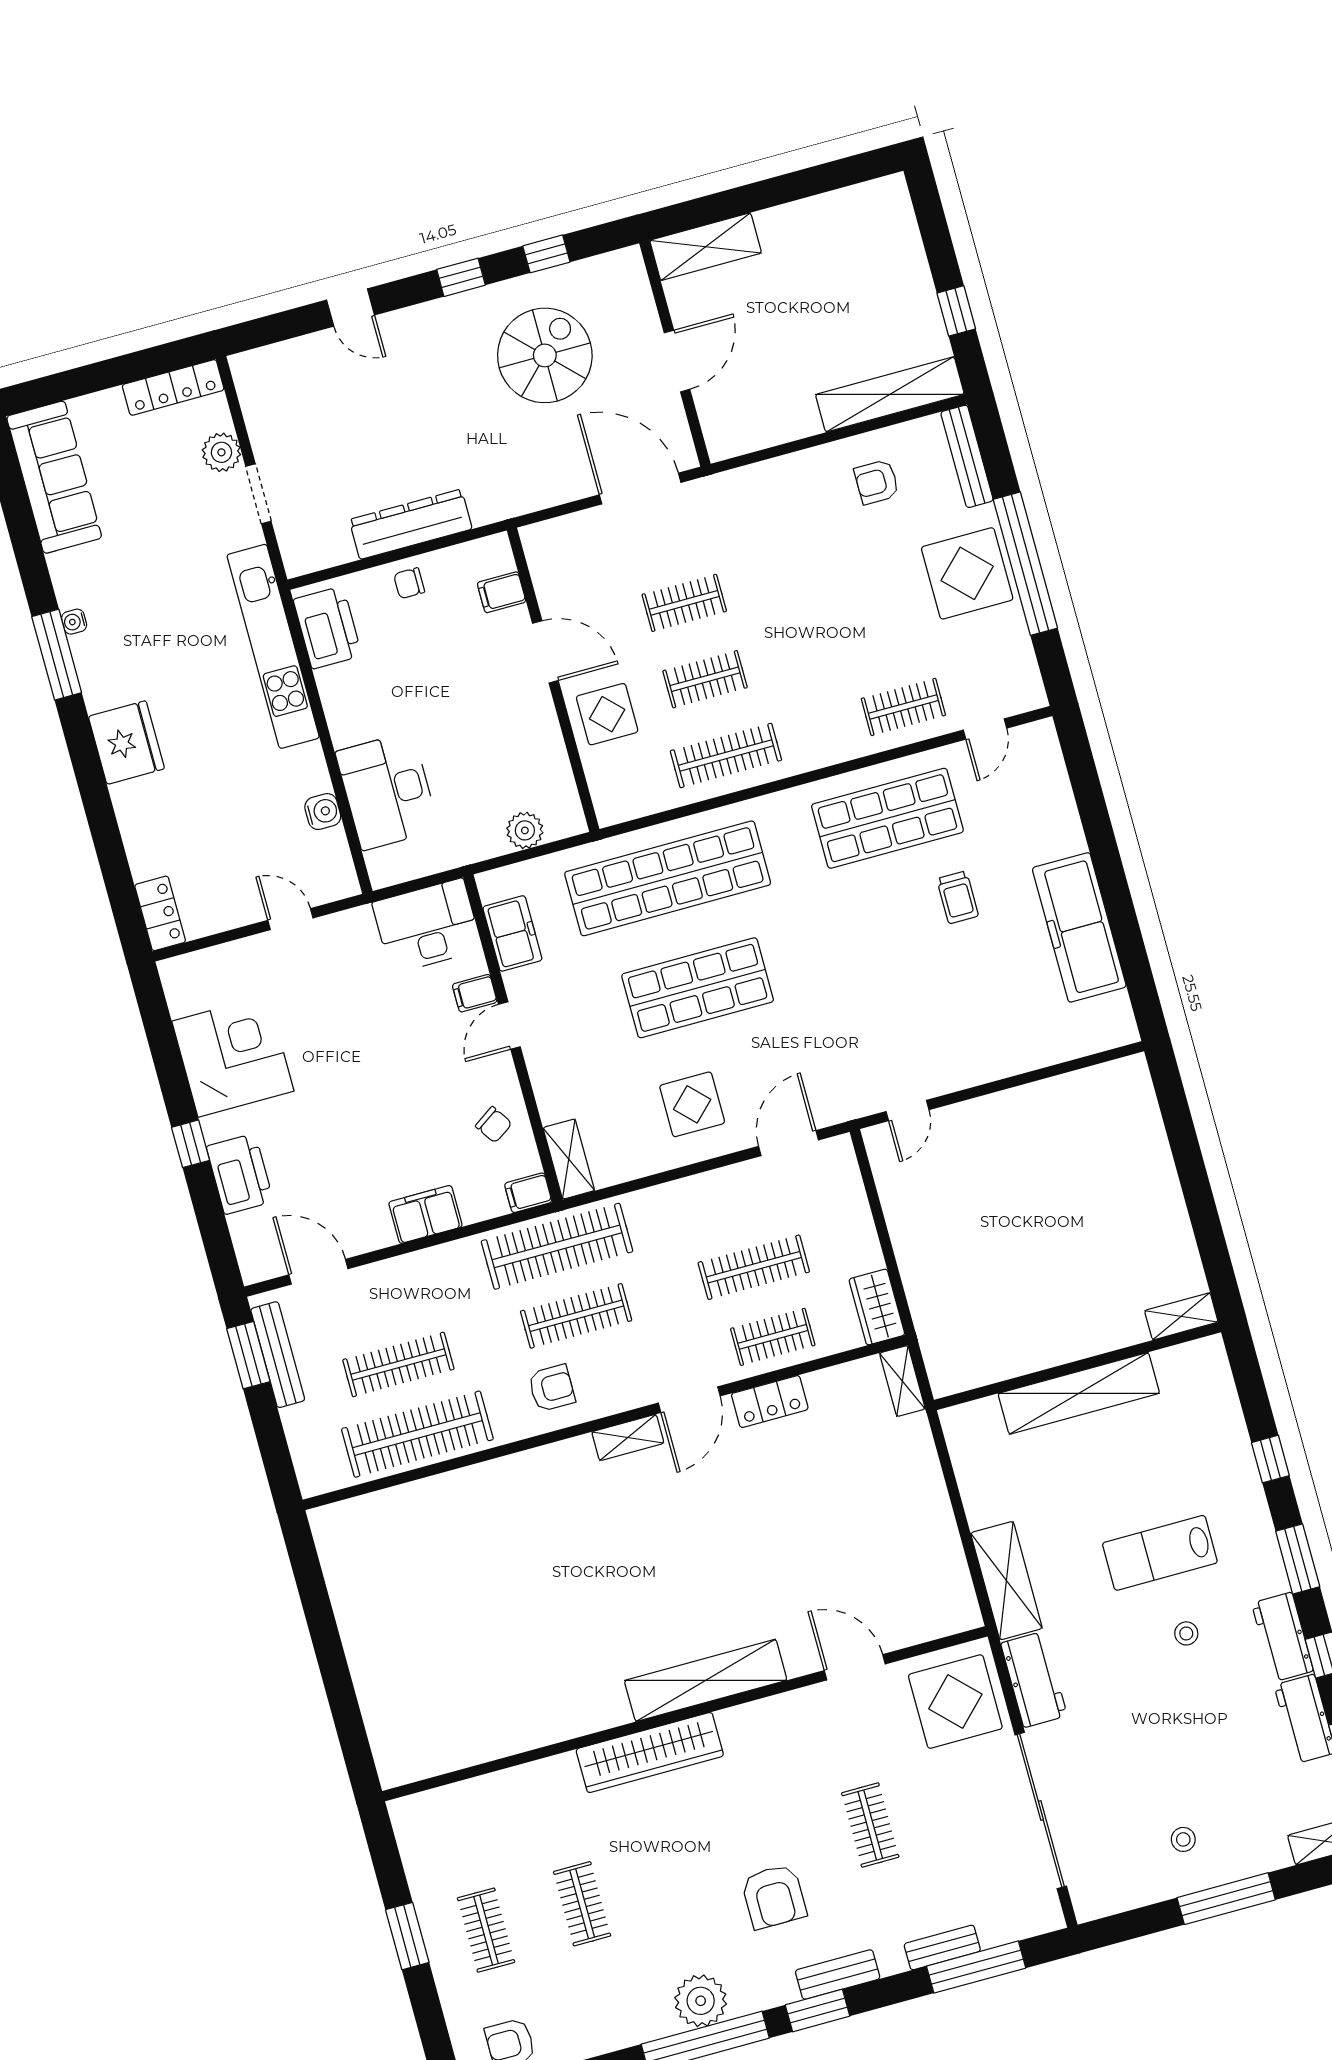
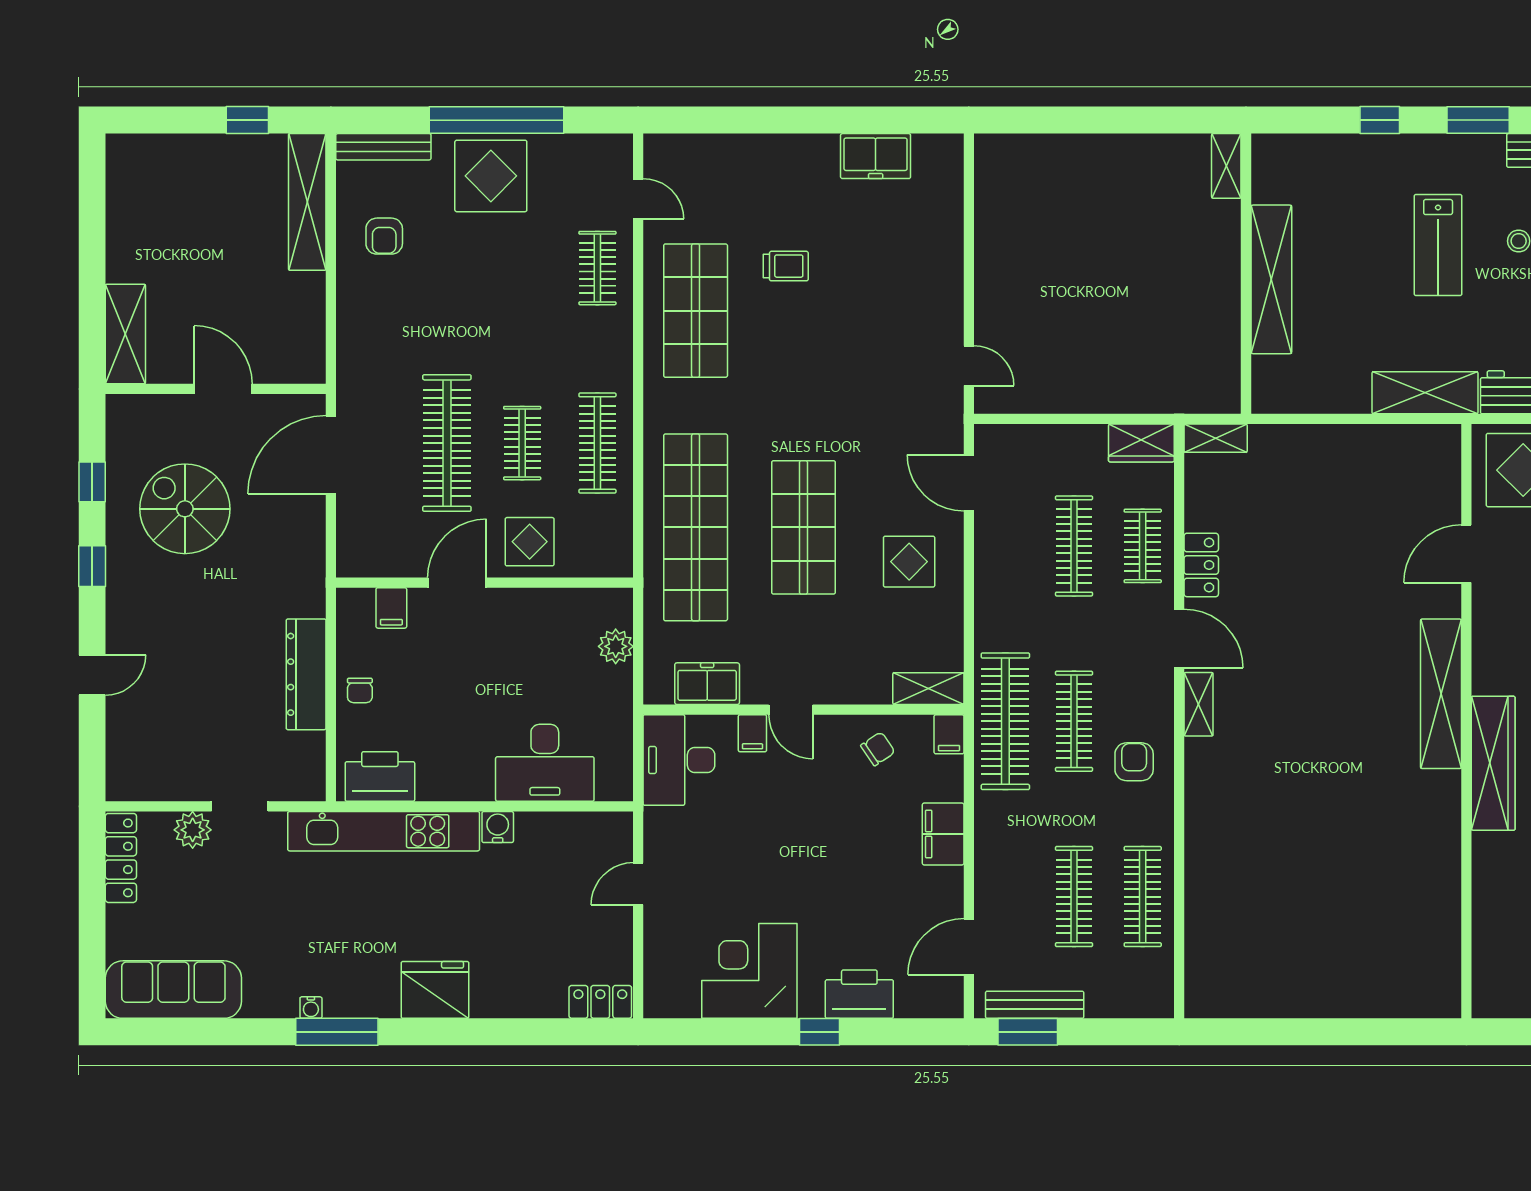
clothes rail: (684, 603) -> (447, 443), width x1.86, depth x1.31
water cooler: (323, 812) -> (498, 827), moved
freezer: (1079, 927) -> (876, 156), width x0.52, depth x0.79
clothes rail: (417, 1434) -> (1143, 897), width x0.73, depth x0.76

